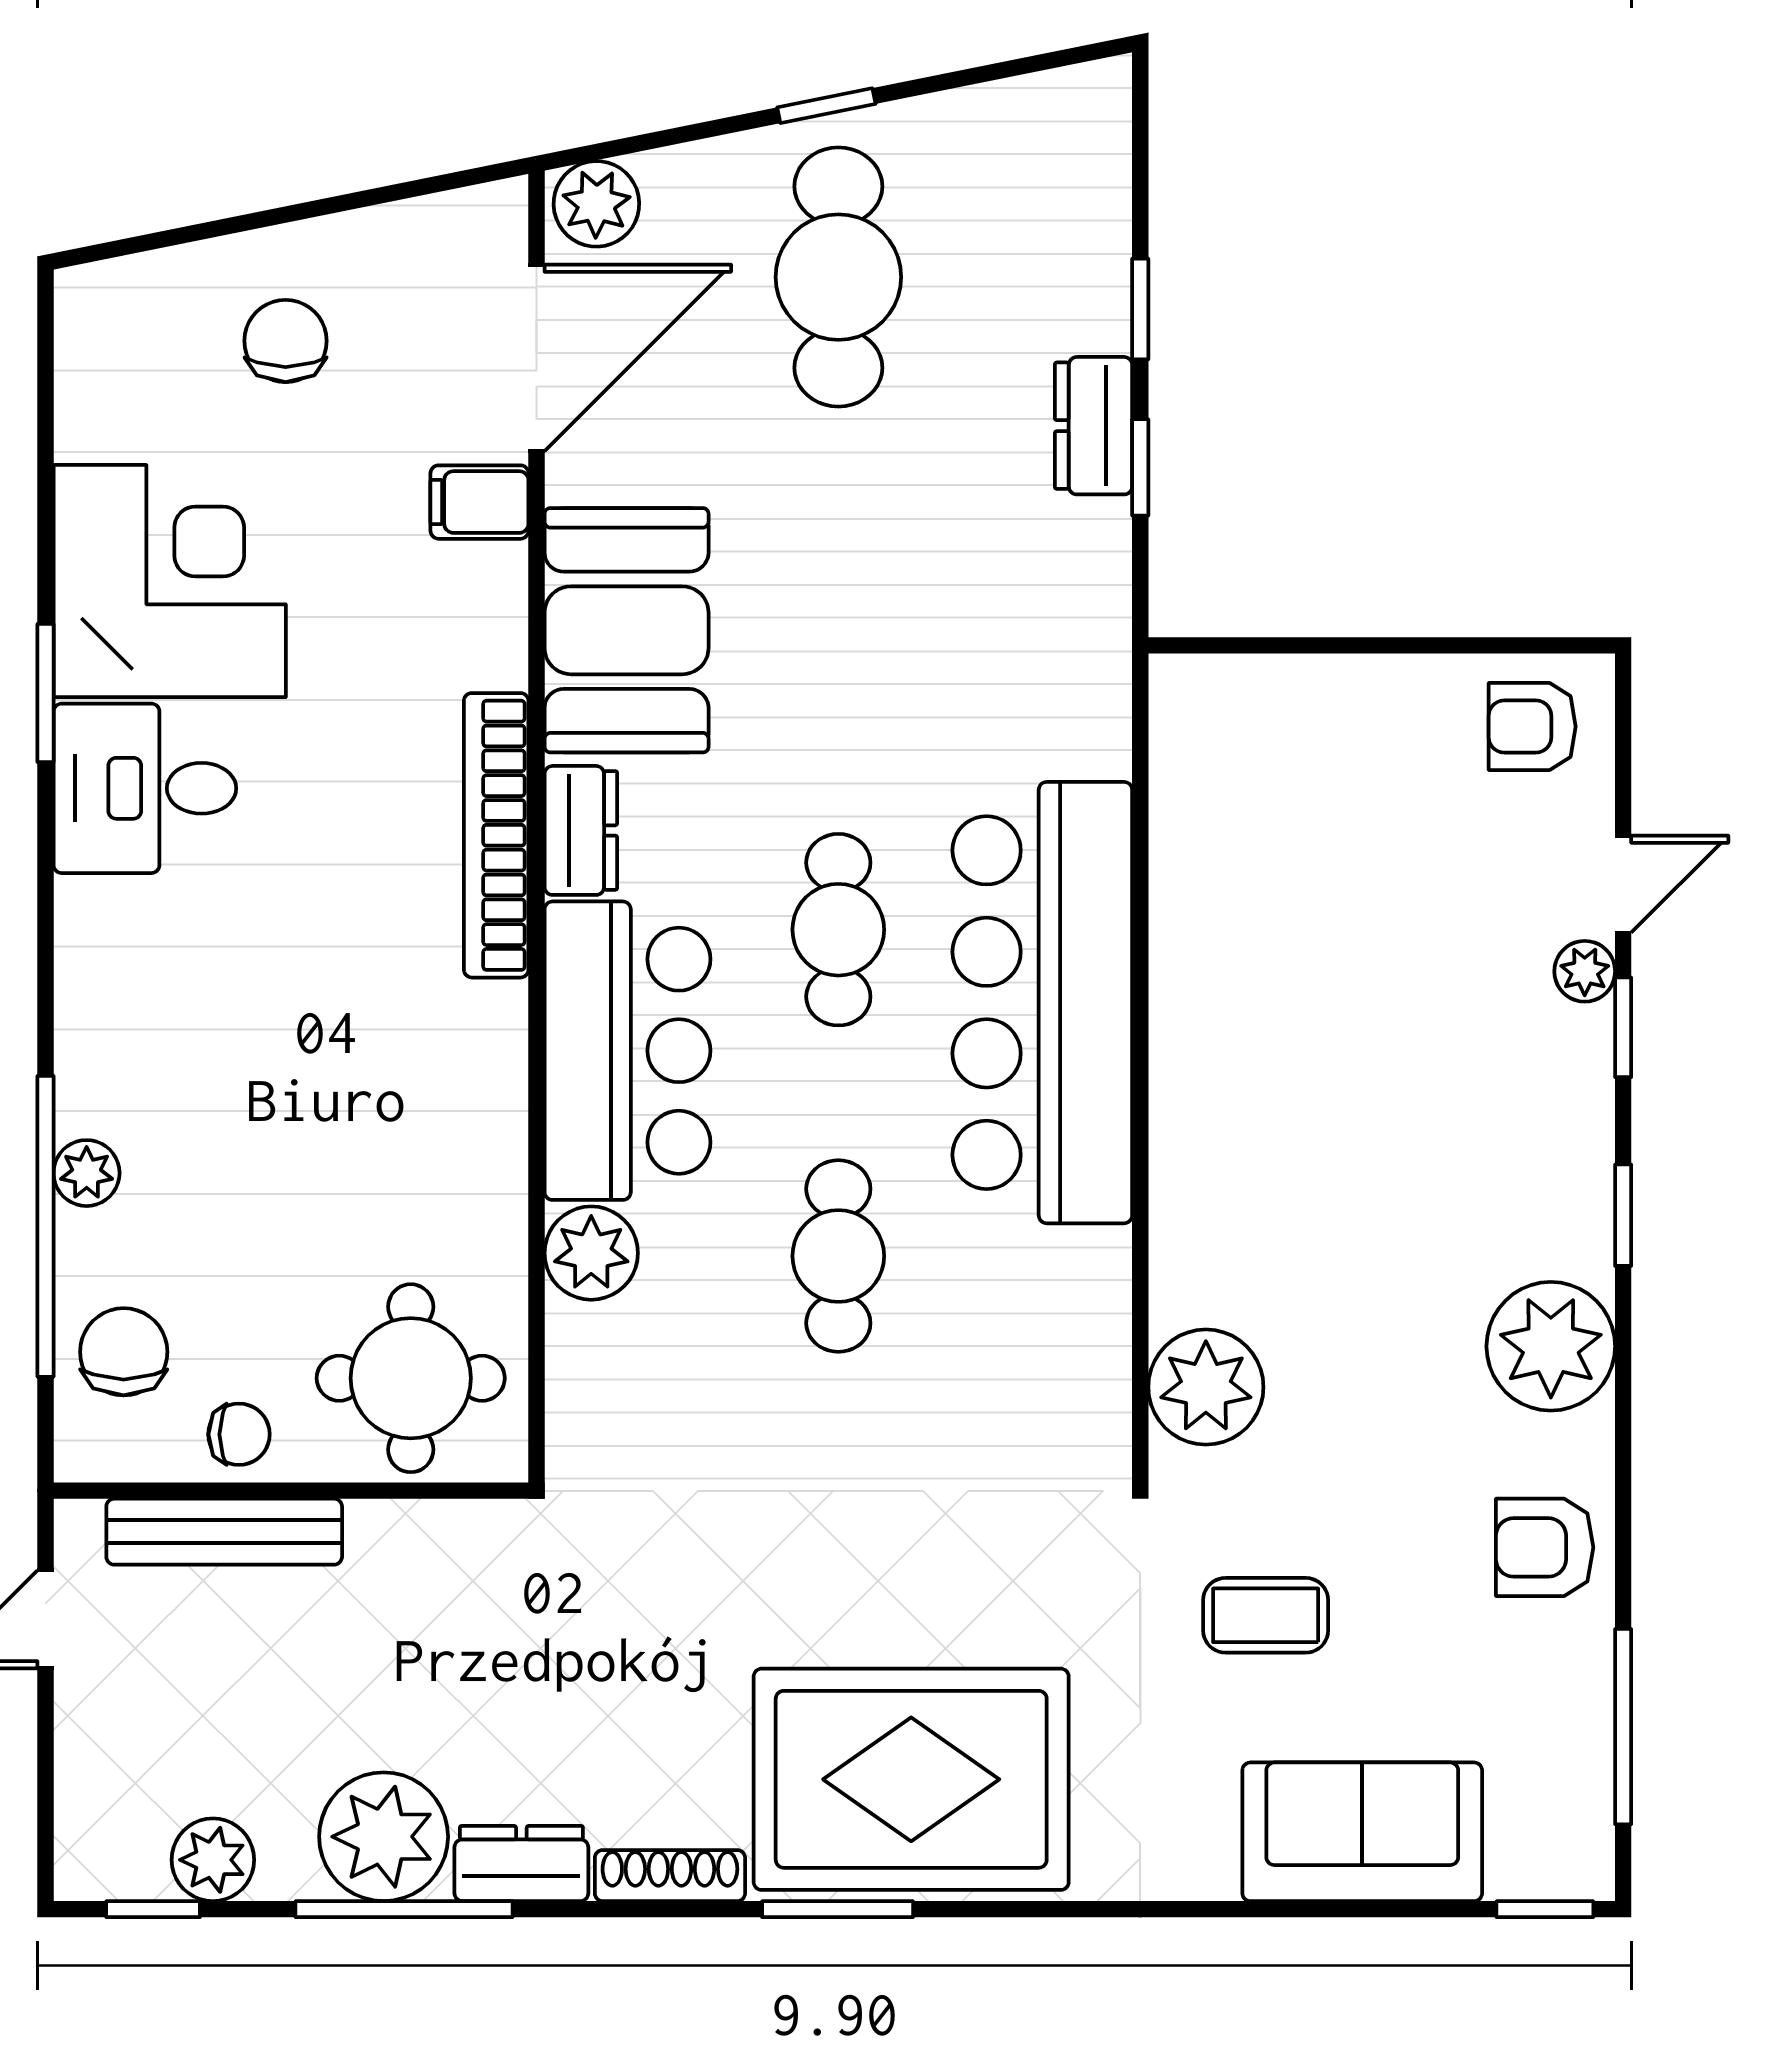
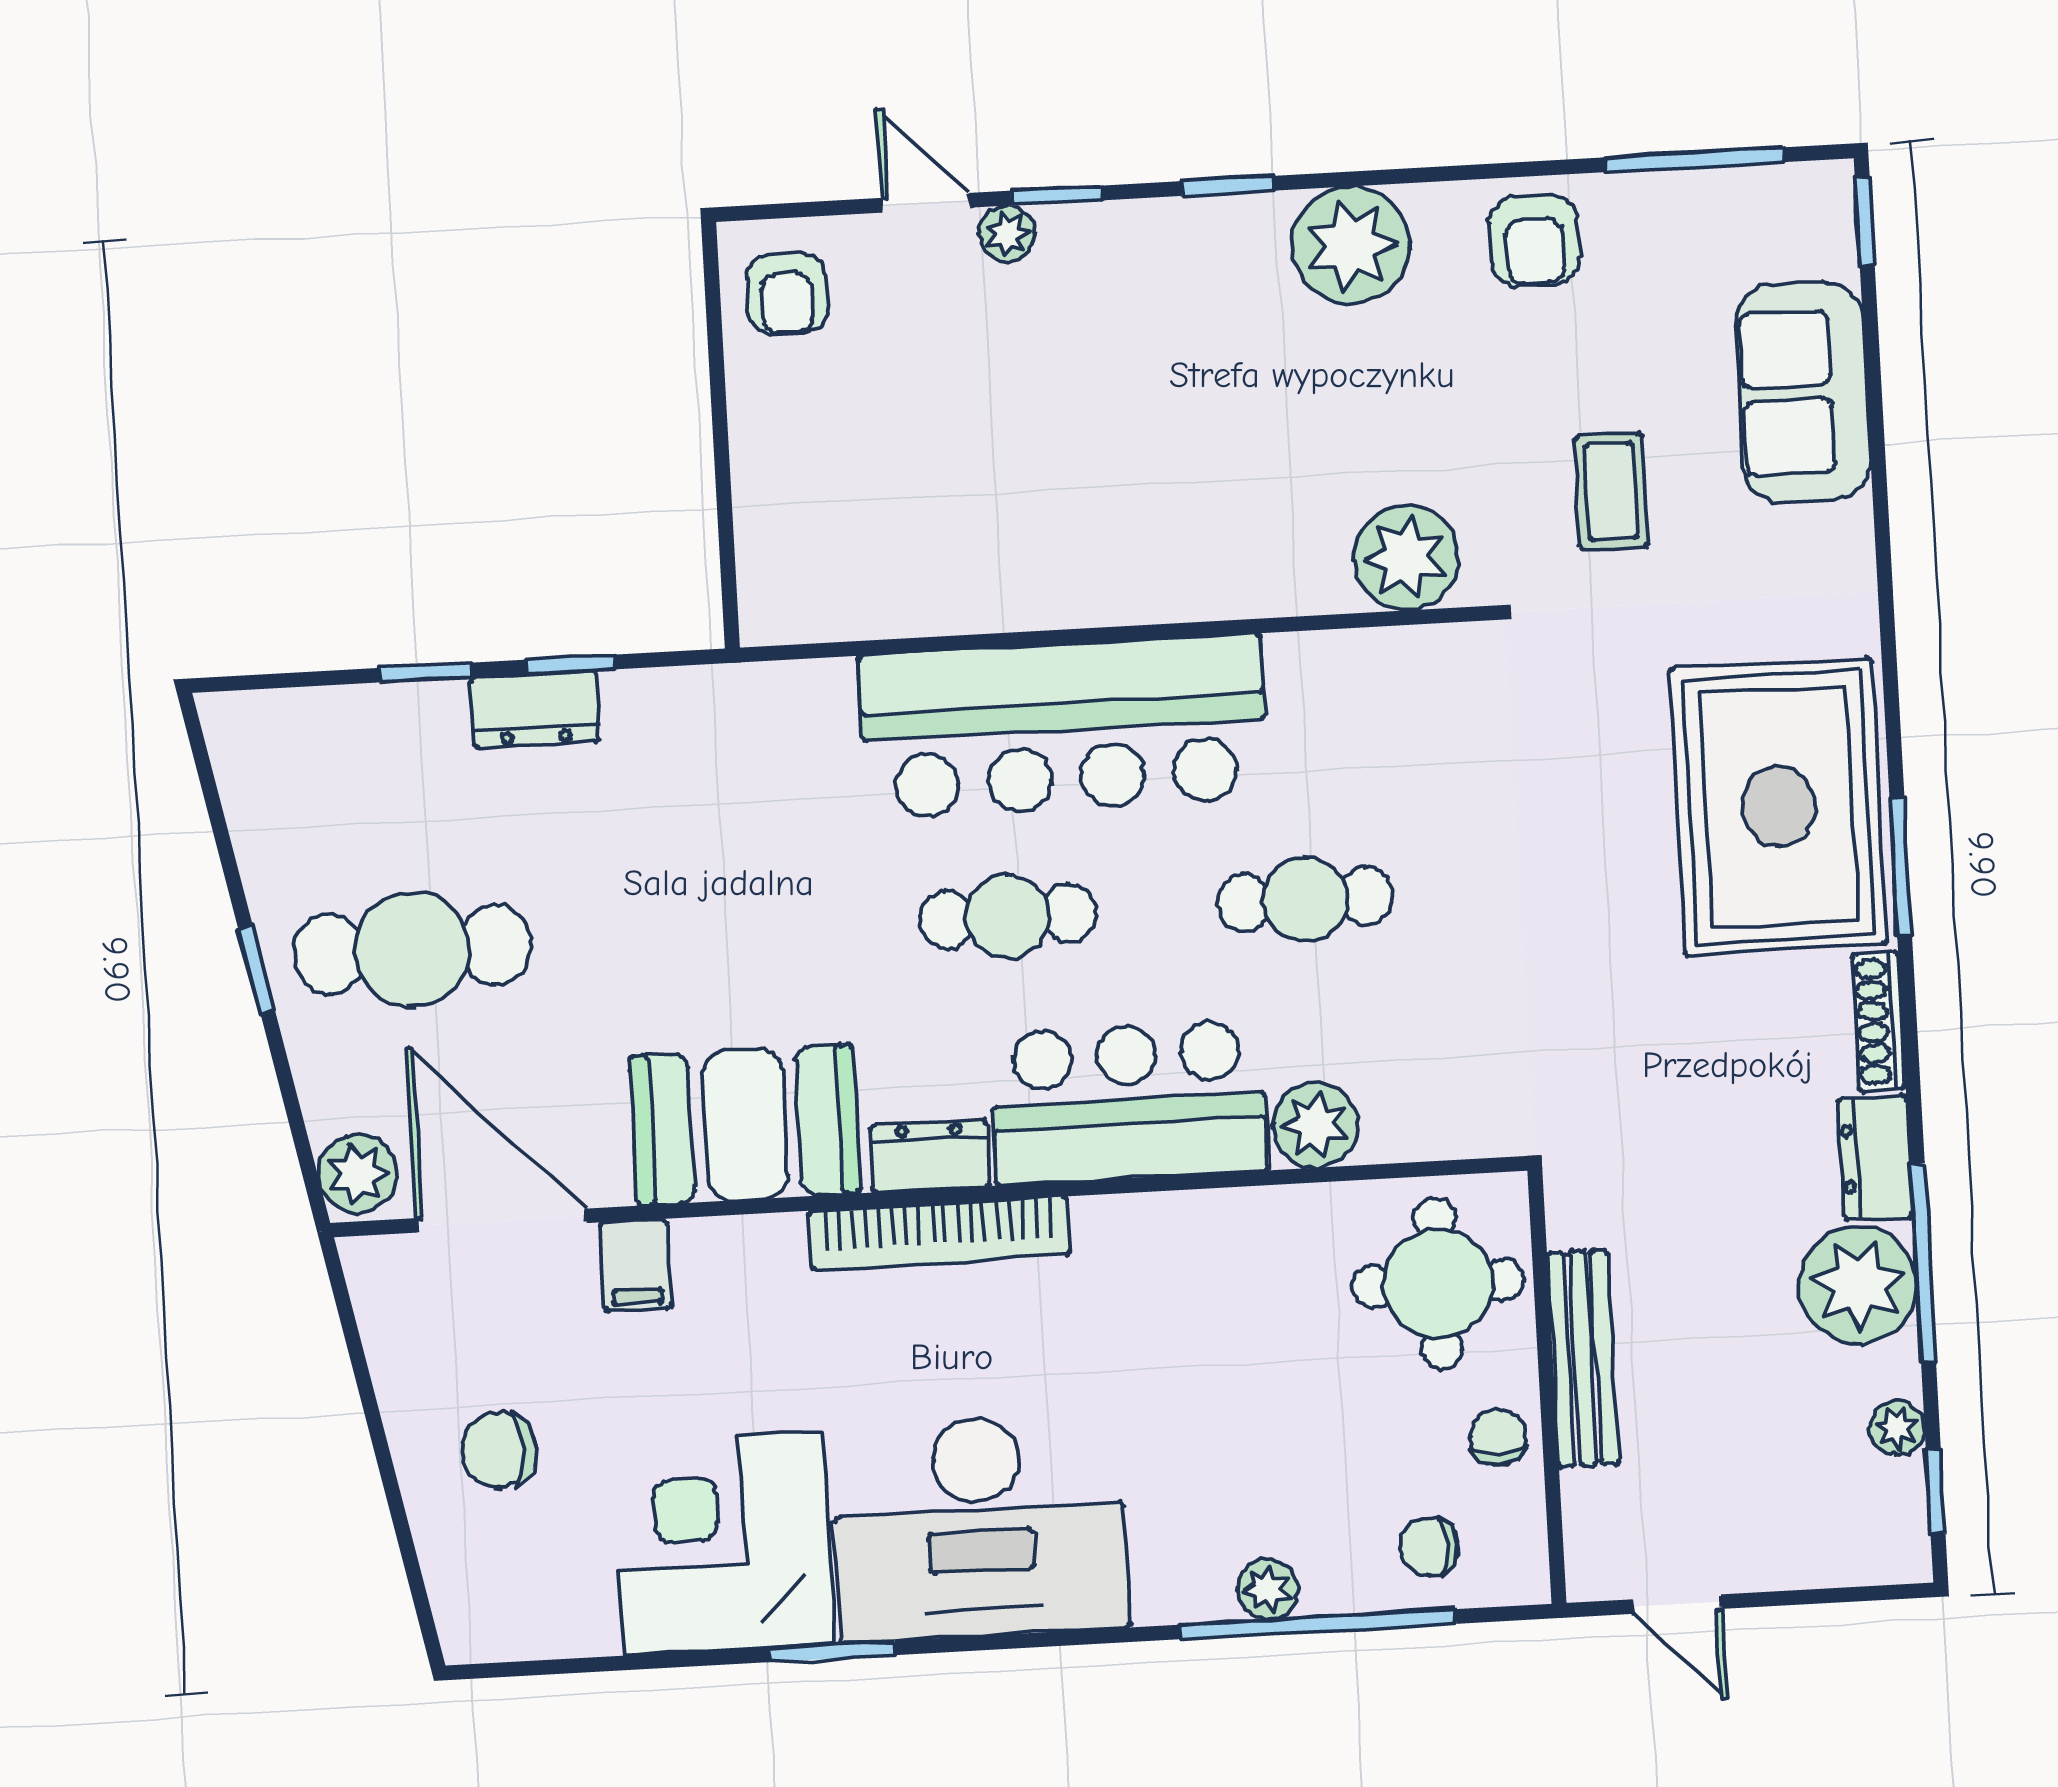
desk: (145, 788) -> (980, 1527), width x1.87, depth x1.30
chair: (124, 1352) -> (1429, 1546), width x0.73, depth x0.73
bench: (224, 1532) -> (1583, 1358), moved
plant: (213, 1860) -> (1897, 1428), width x0.73, depth x0.73

